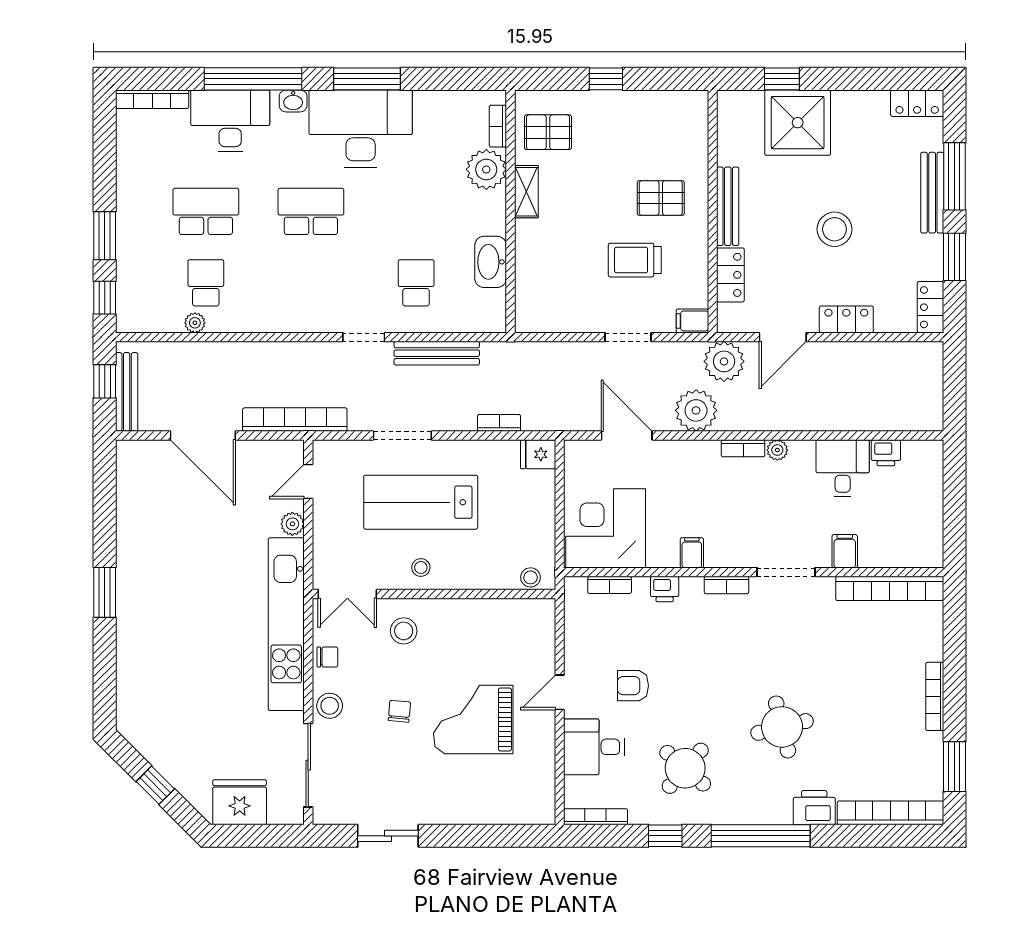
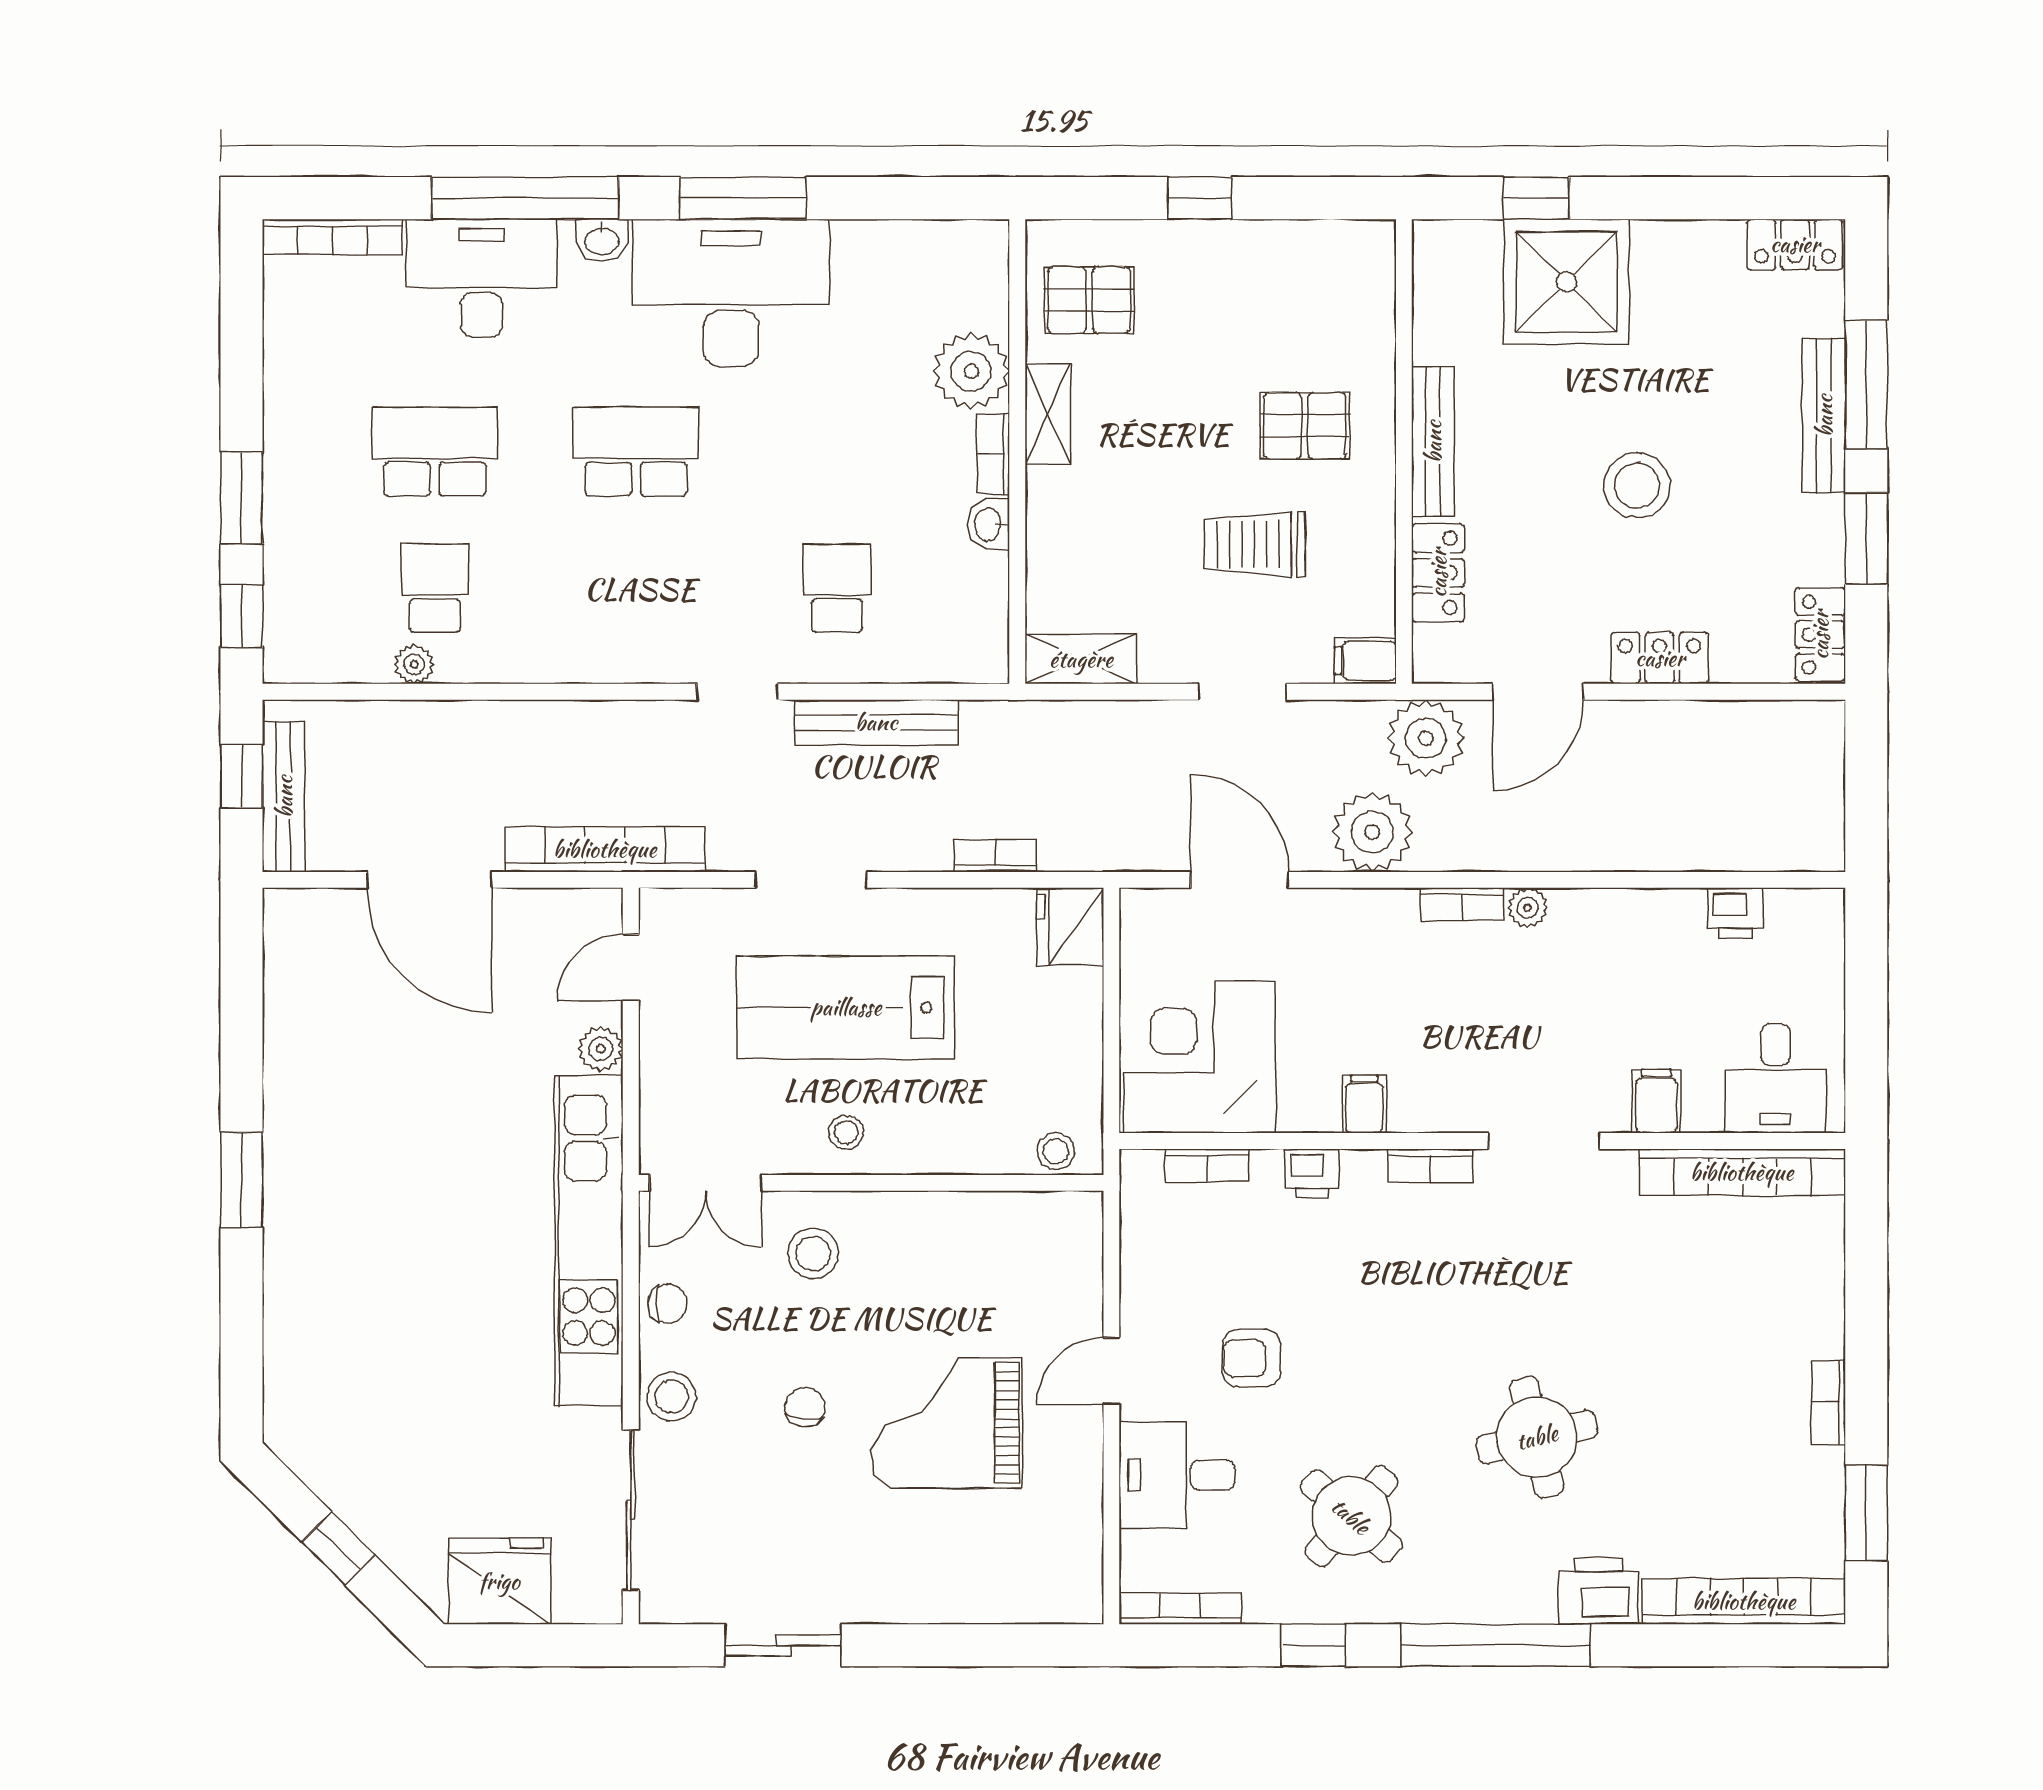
bookcase: (498, 126) -> (993, 454), moved
washbasin: (491, 262) -> (989, 524), width x0.52, depth x0.69
shelving: (544, 320) -> (1081, 659), added
fridge: (538, 454) -> (1070, 927), width x1.38
desk: (843, 468) -> (1776, 1078), moved, turned 180
bookcase: (935, 696) -> (1829, 1402), width x0.64

